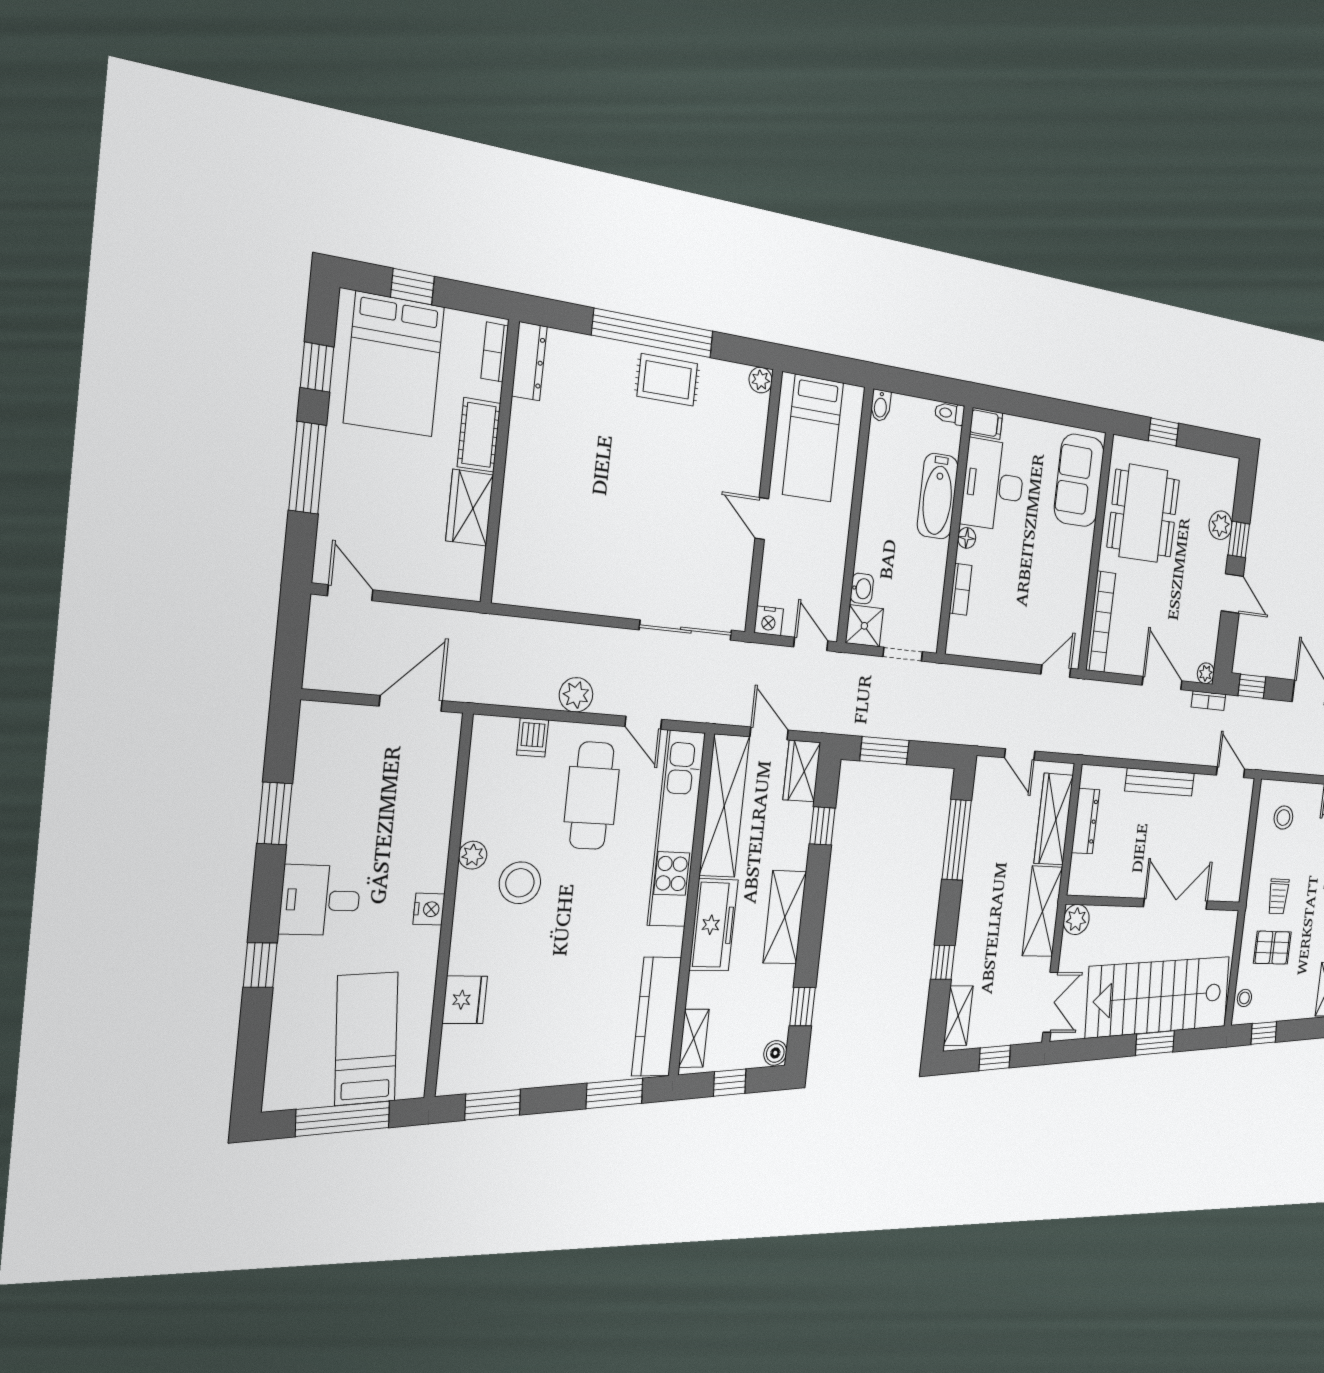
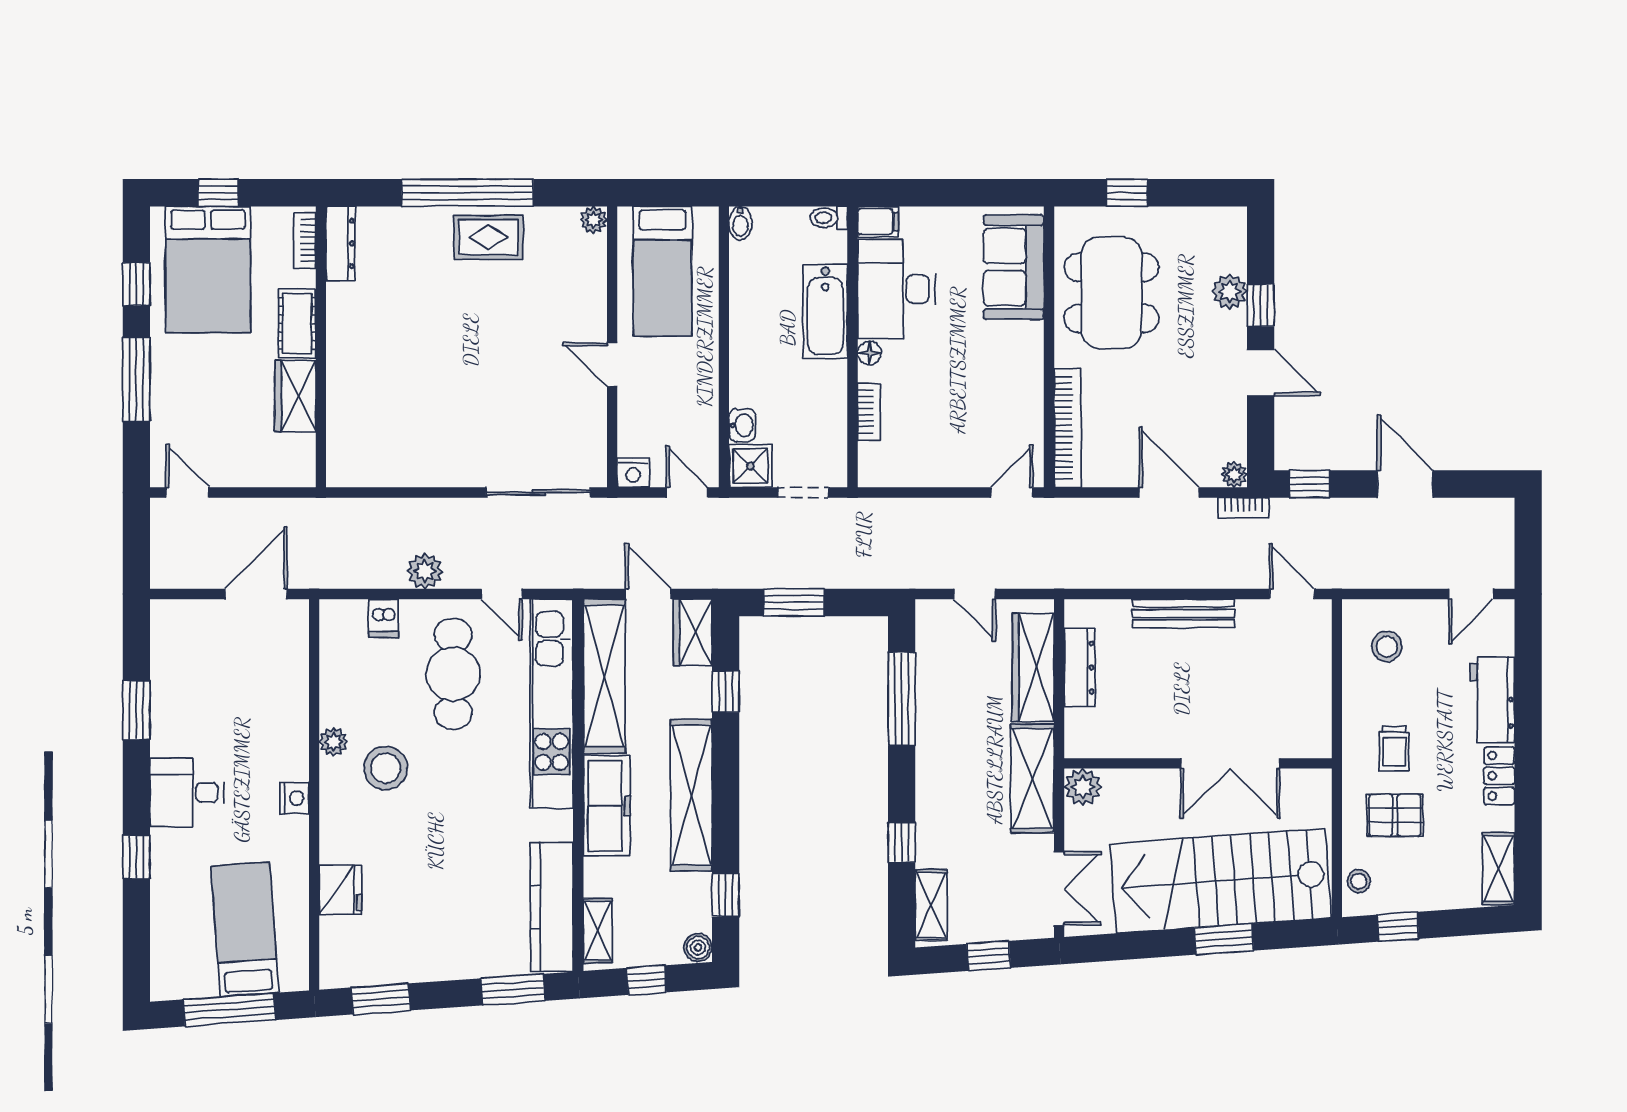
double door: (1176, 904) -> (1230, 763), swing flipped
shelving: (785, 917) -> (691, 795), width x1.47

